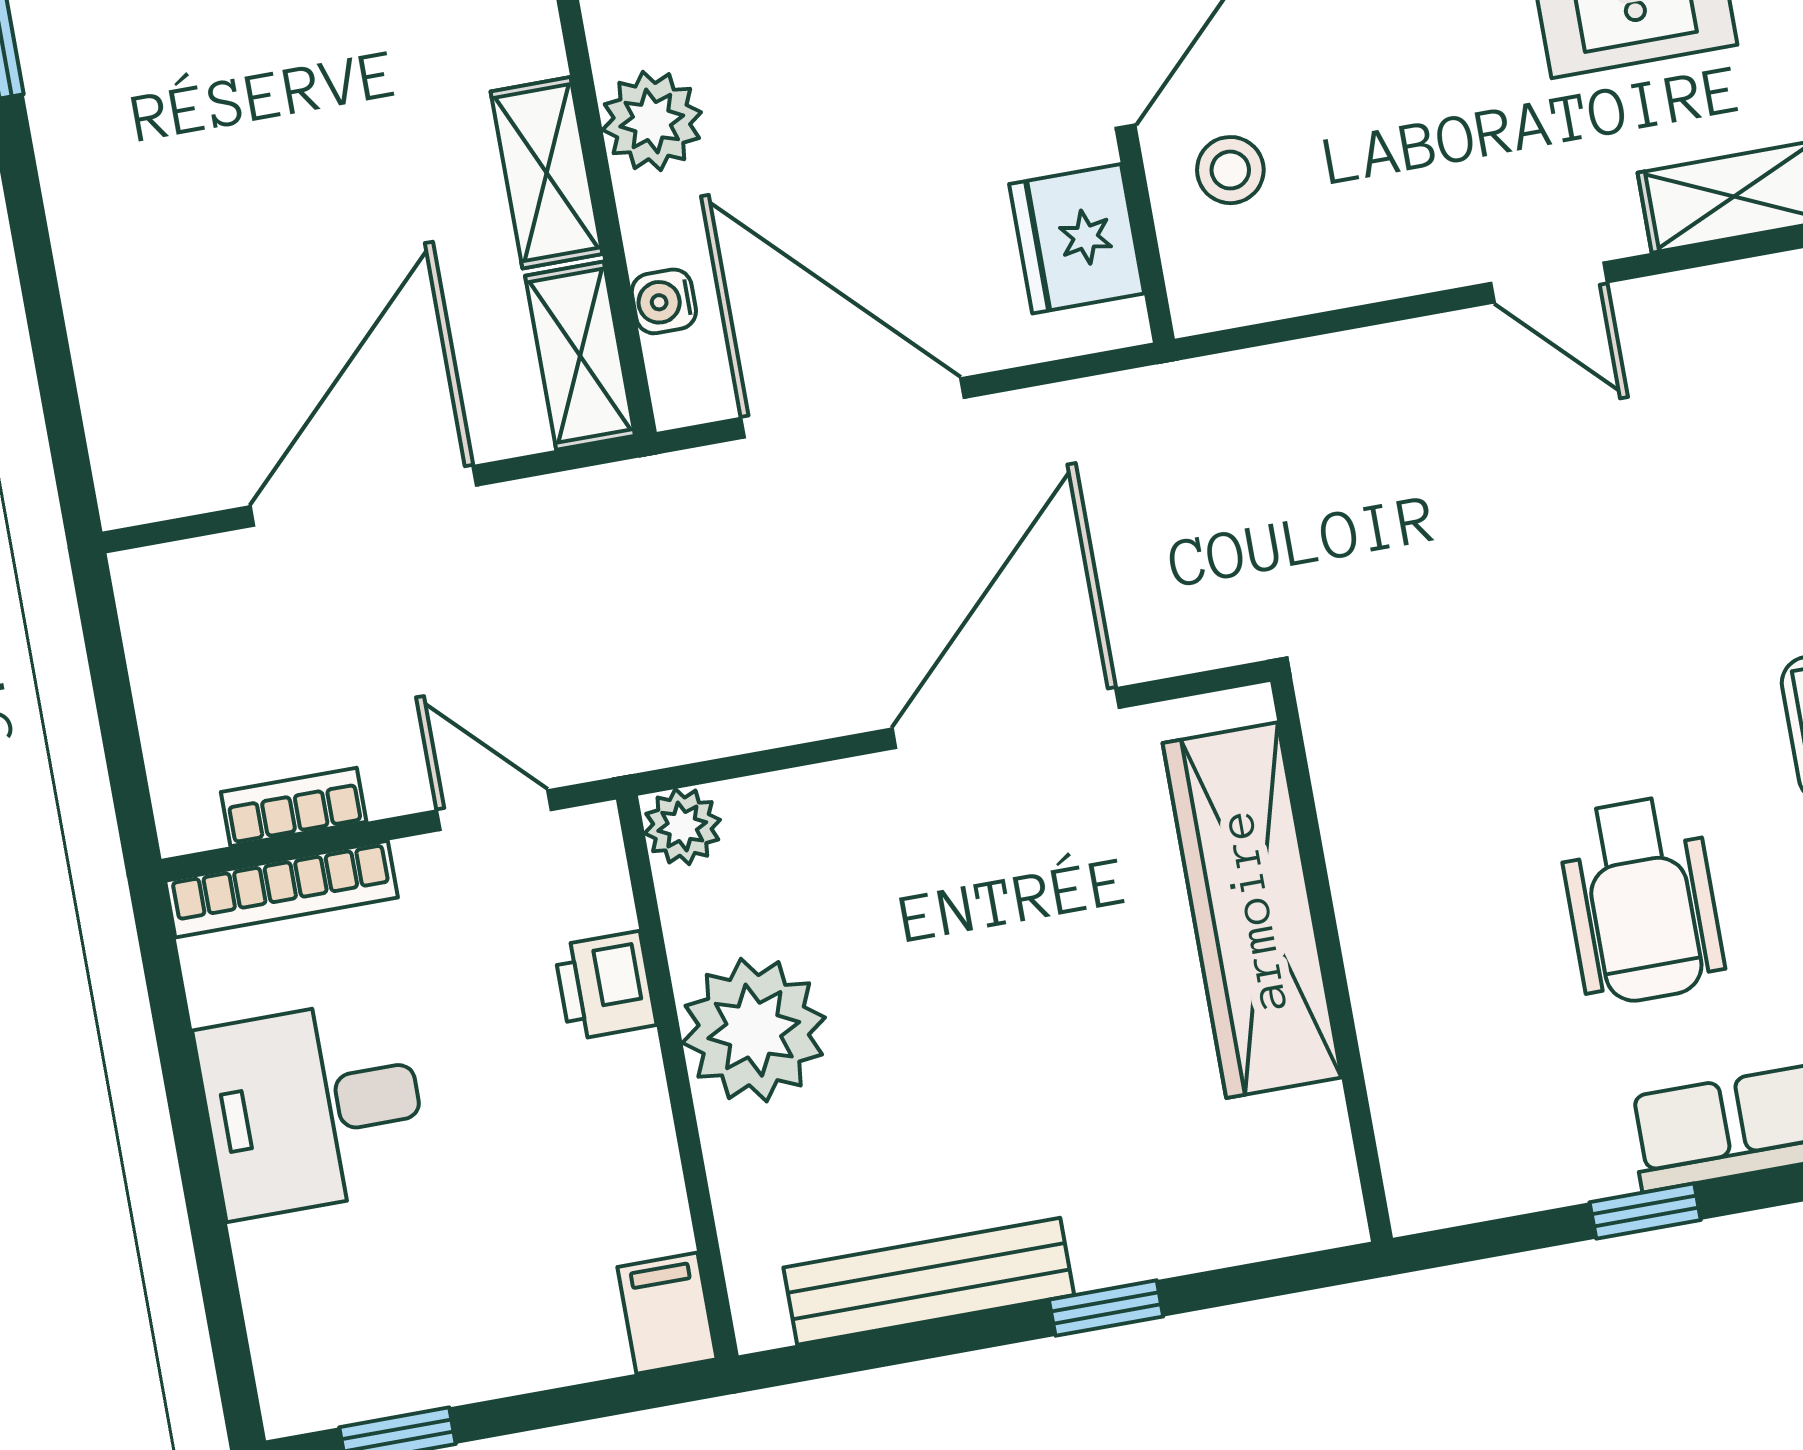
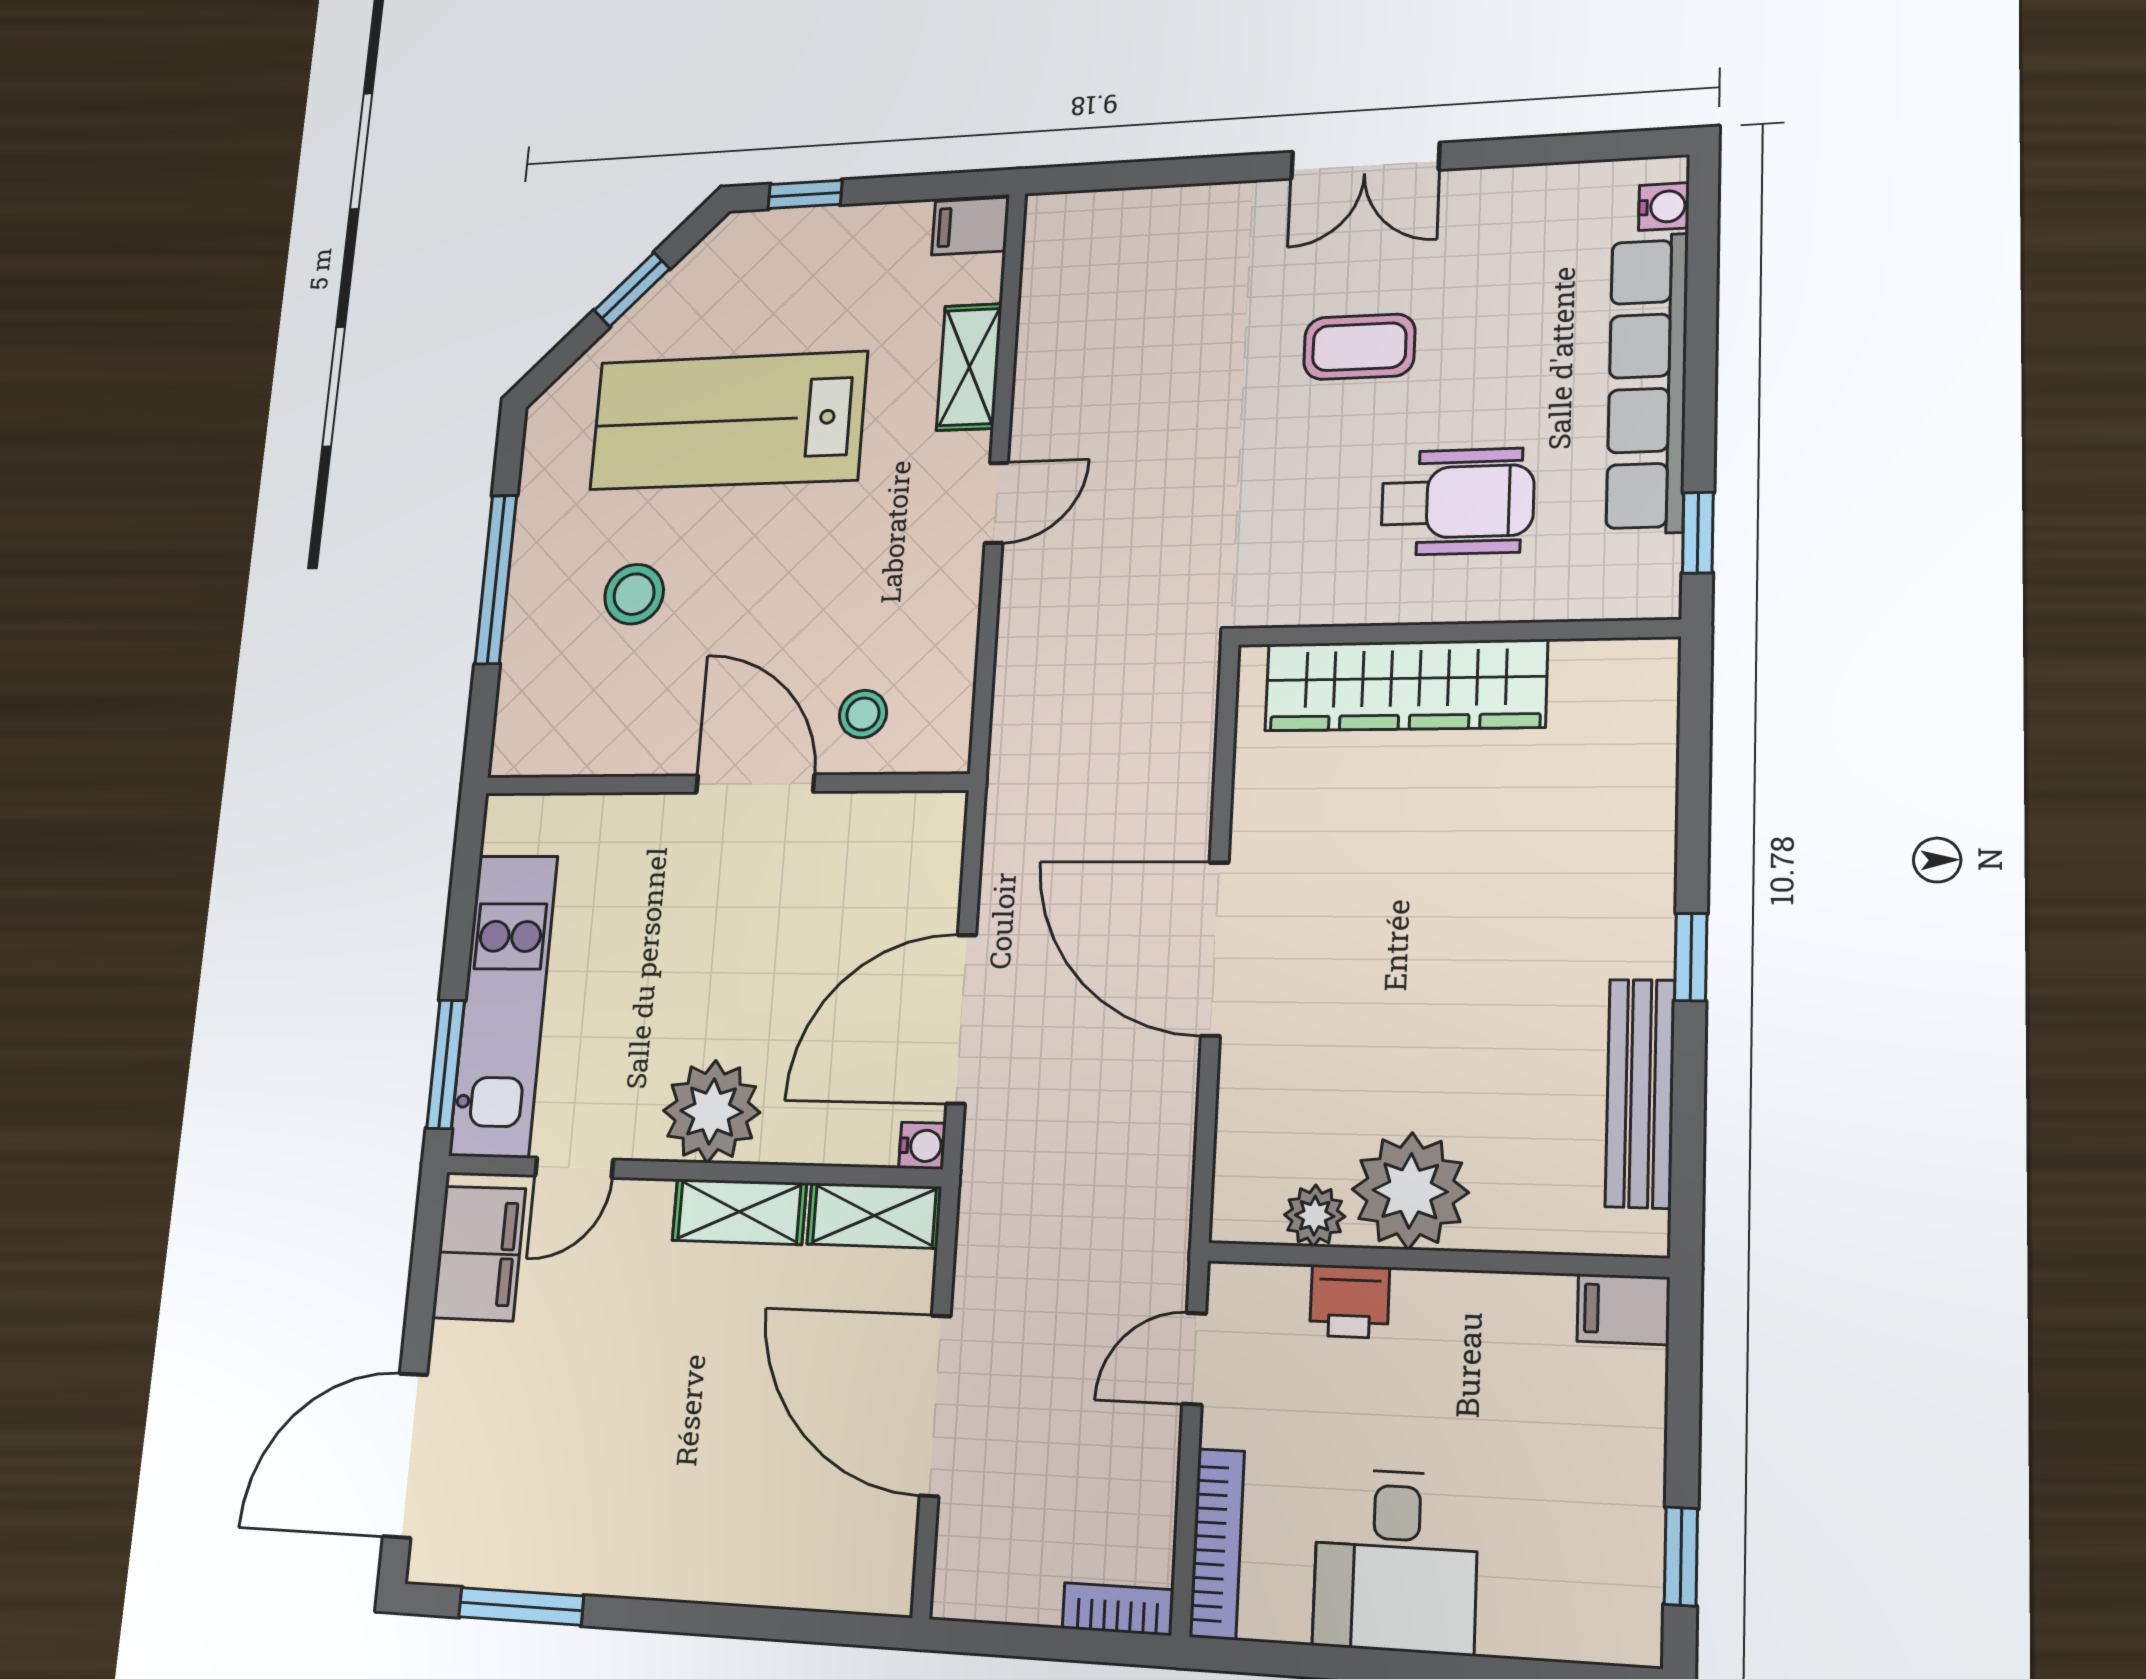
plant: (652, 121) -> (712, 1111), width x1.36, depth x1.36
fridge: (1077, 239) -> (883, 832), removed
water cooler: (664, 301) -> (922, 1146), moved, turned -90
bookcase: (294, 807) -> (1118, 1609), moved, turned 90
plant: (682, 827) -> (1315, 1216), moved
wardrobe: (1252, 910) -> (1405, 685), moved
wall: (1332, 960) -> (1456, 632), moved

